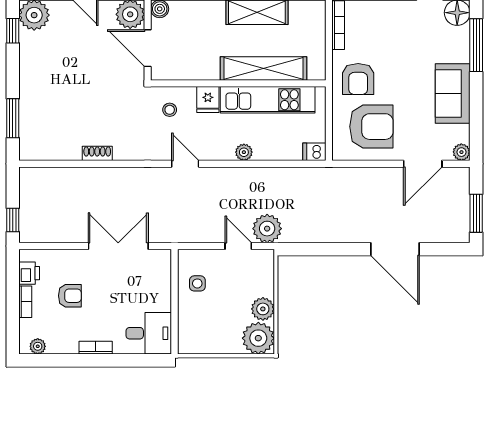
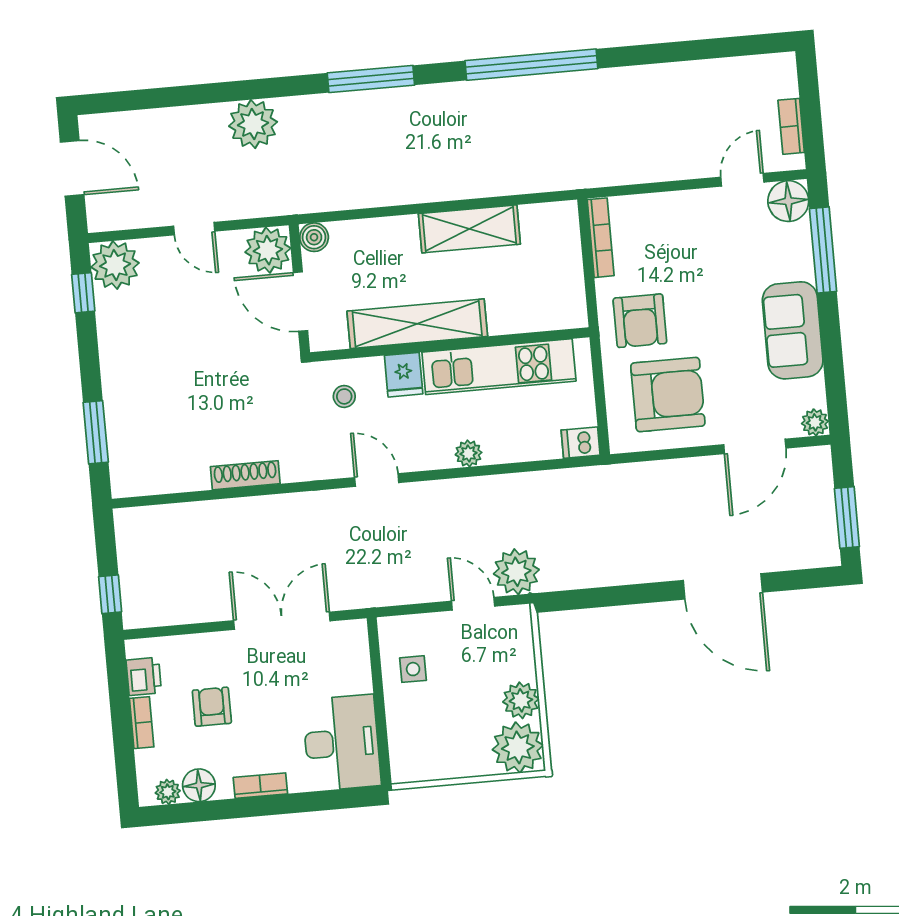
shelving: (264, 69) -> (417, 324), moved
shoe rack: (97, 153) -> (245, 475), width x1.43
armchair: (70, 296) -> (212, 707), turned -90
desk: (149, 333) -> (342, 743), width x1.37
floor lamp: (57, 344) -> (199, 785), added

